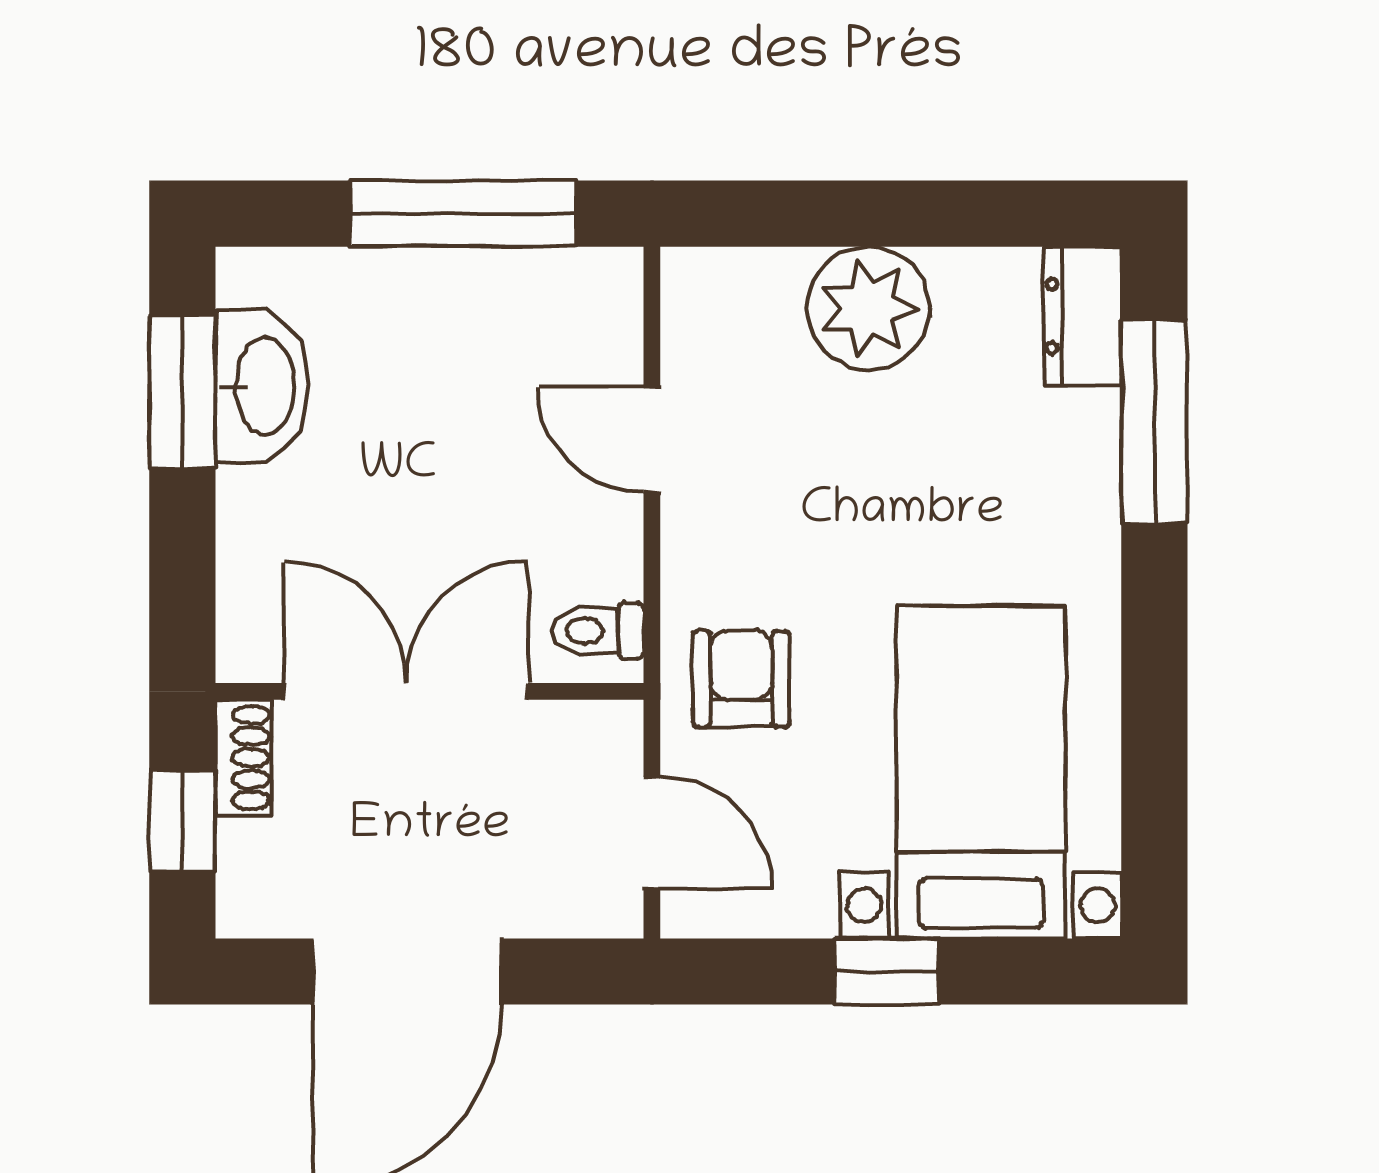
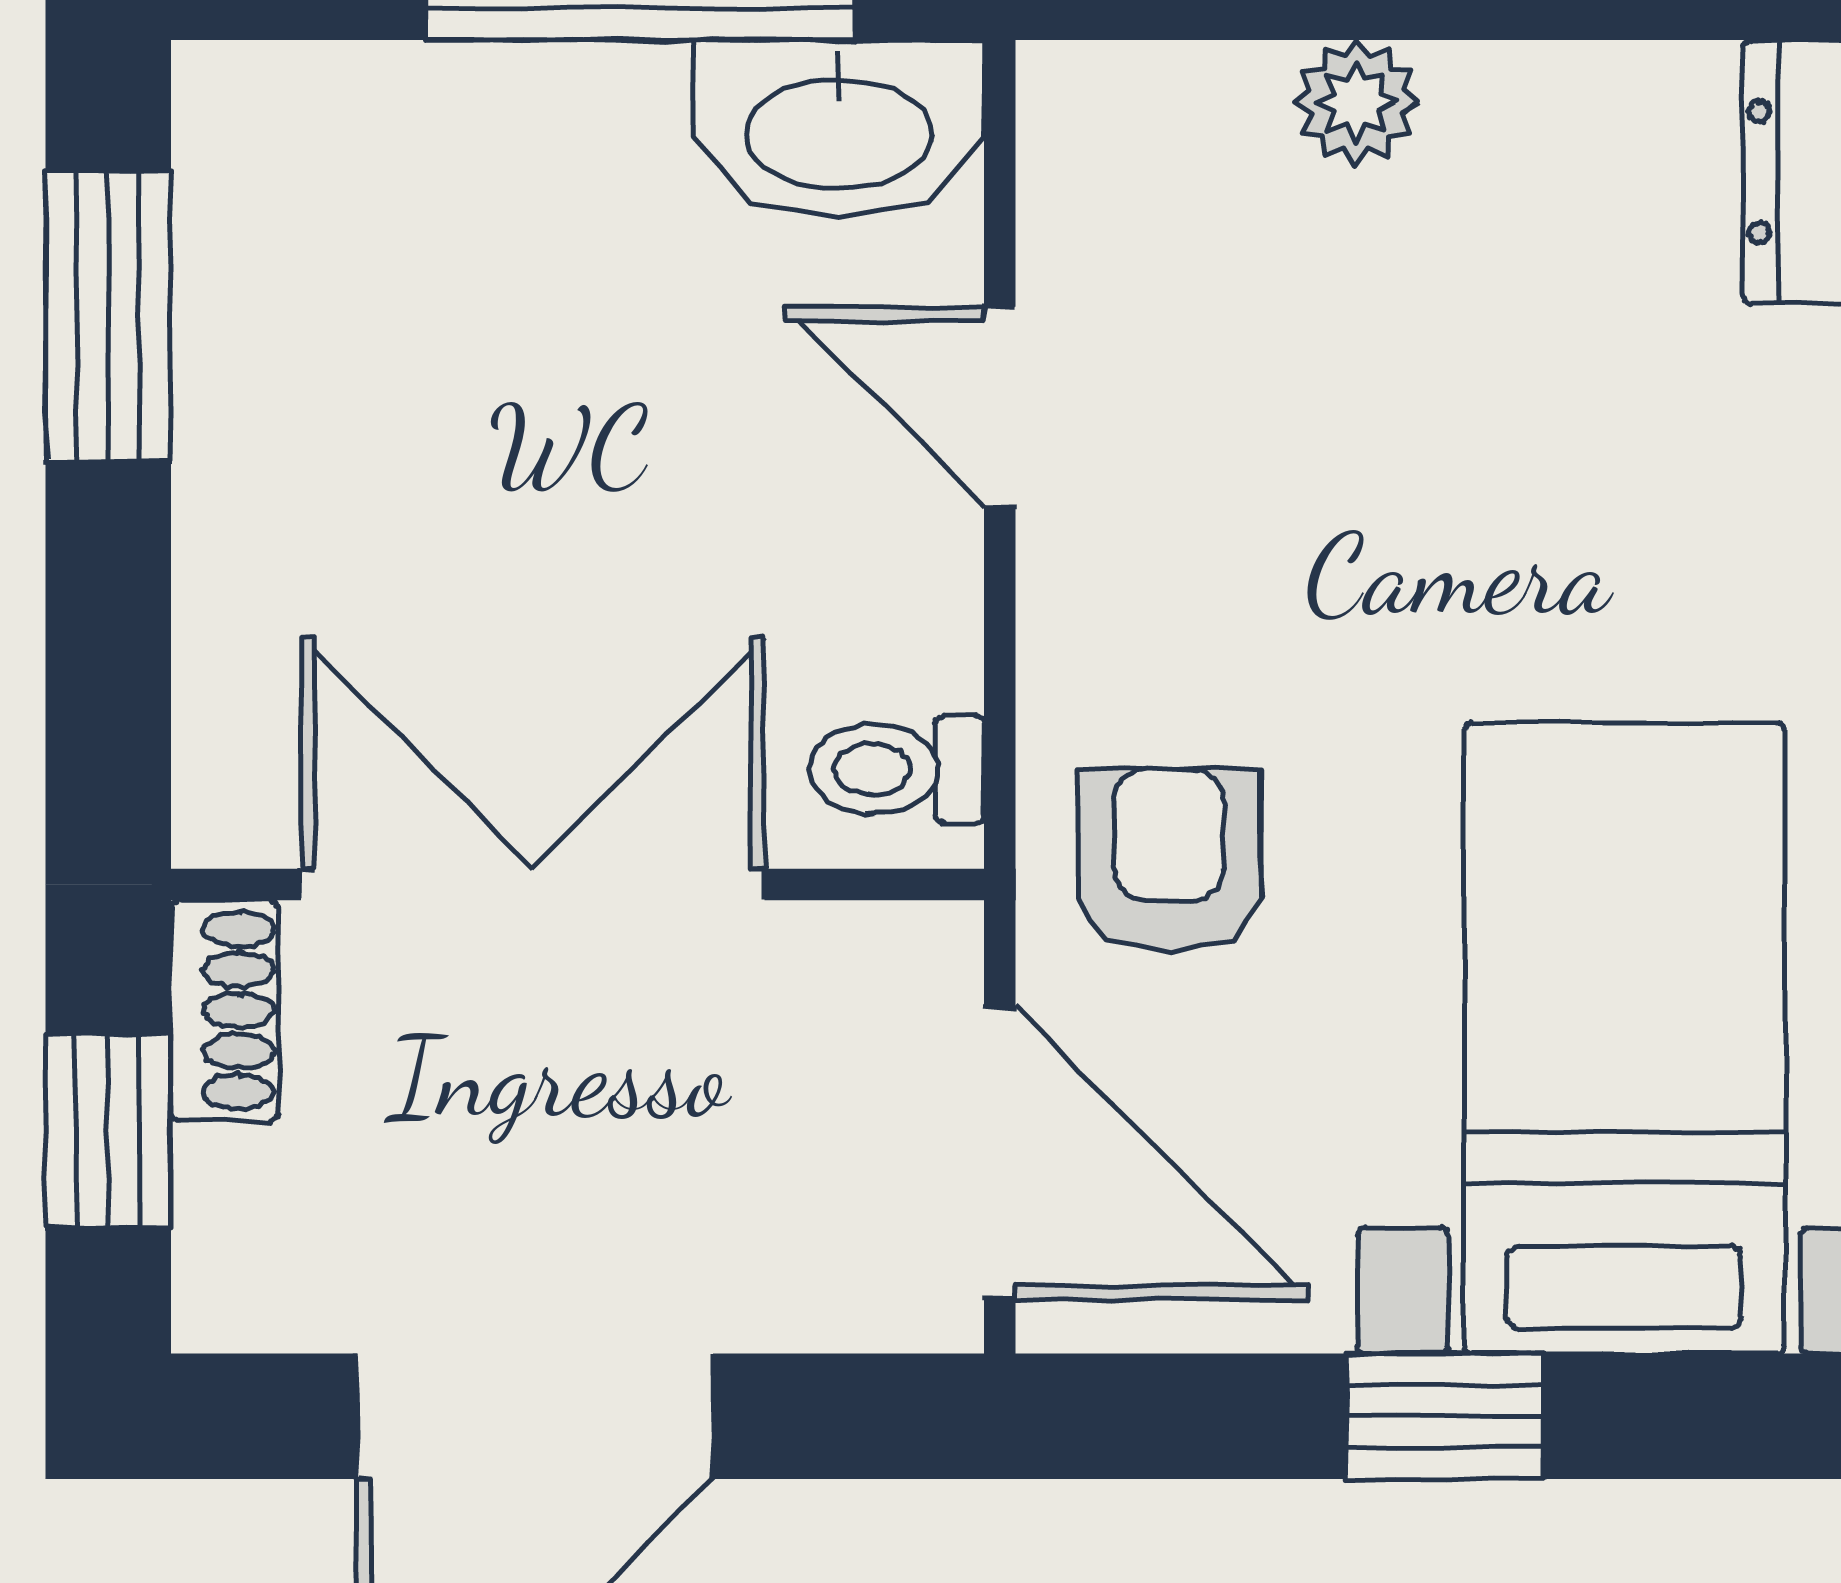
plant: (868, 308) -> (1356, 102), width x0.53, depth x0.53
washbasin: (262, 386) -> (839, 129), moved, turned 90
door: (652, 833) -> (1000, 1153), width x1.37

